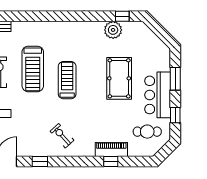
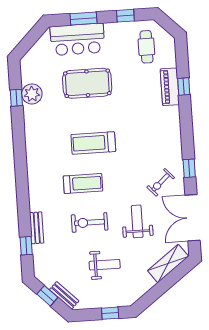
window: (122, 16) -> (16, 98), moved
treadmill: (33, 69) -> (83, 183), width x0.73, depth x0.73
bar counter: (158, 95) -> (77, 39), moved
exercise bike: (62, 136) -> (161, 182), moved

